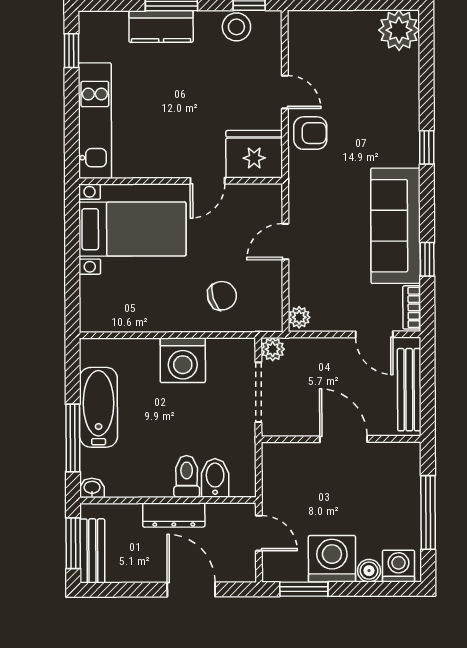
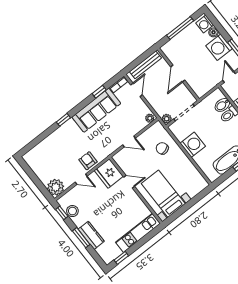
plant: (399, 30) -> (56, 187), moved
door: (285, 92) -> (81, 179), swing flipped

